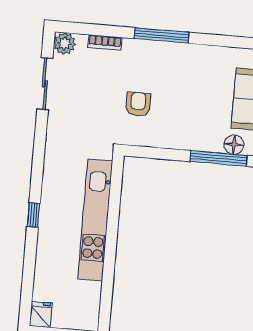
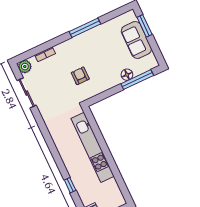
window: (162, 35) -> (85, 28), moved
floor lamp: (234, 145) -> (127, 75), moved
window: (34, 215) -> (70, 185), moved

